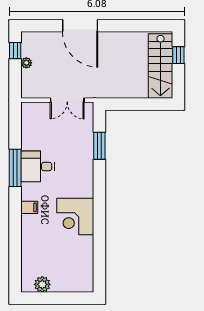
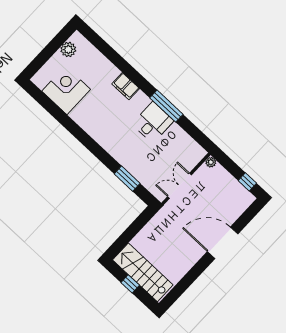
window: (178, 55) -> (130, 284), moved
plant: (26, 63) -> (211, 162), moved
filing cabinet: (29, 207) -> (126, 86), width x2.00
corner desk: (75, 216) -> (66, 90), moved

